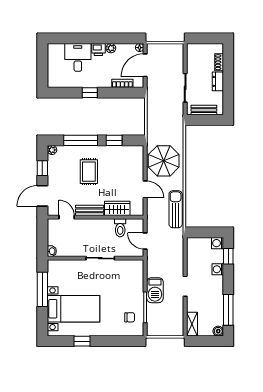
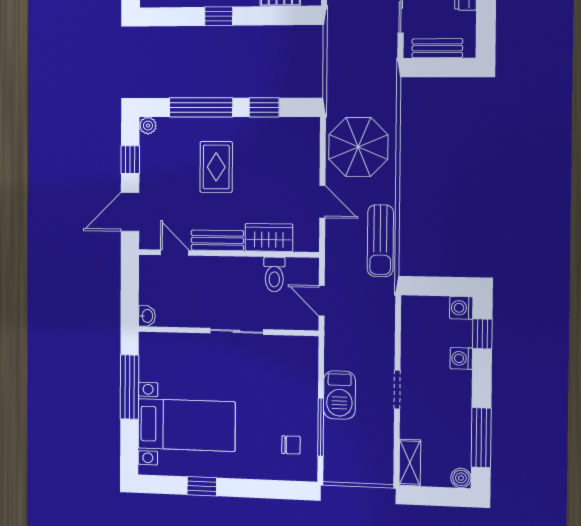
sun lounger: (176, 209) -> (380, 241), turned 180

